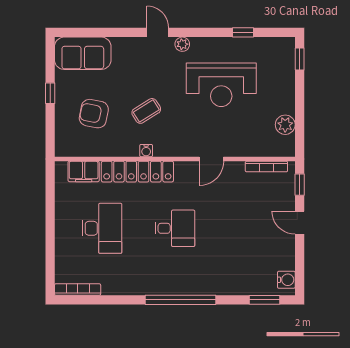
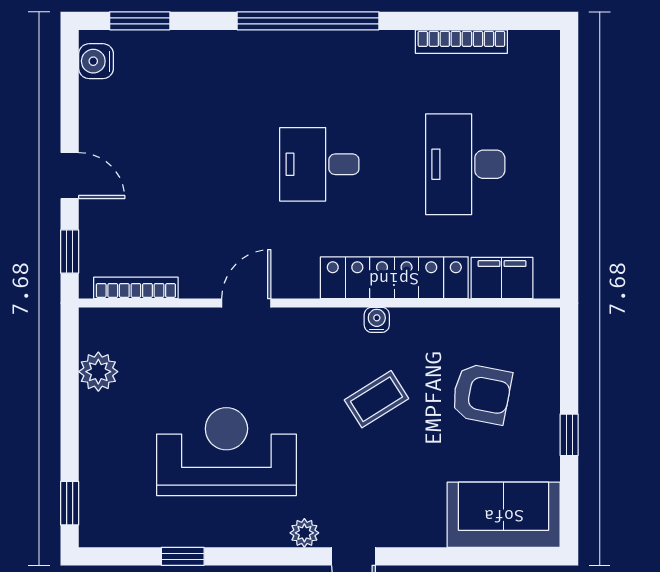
bookcase: (78, 290) -> (461, 42), moved

